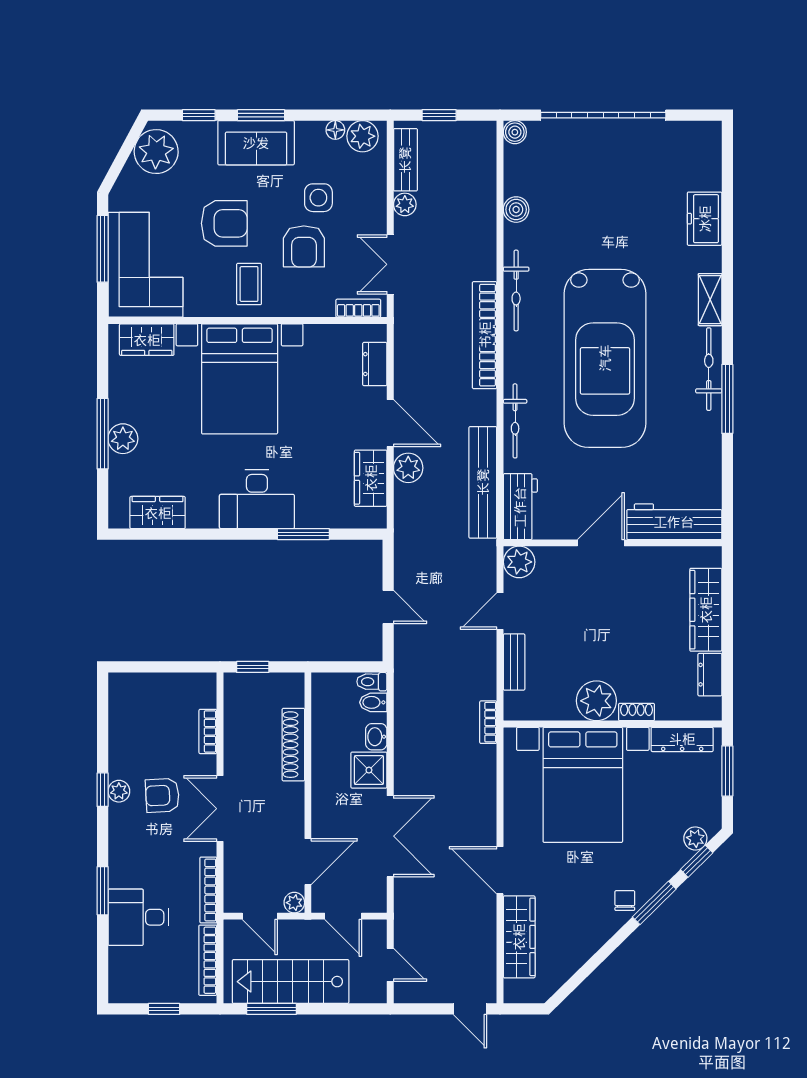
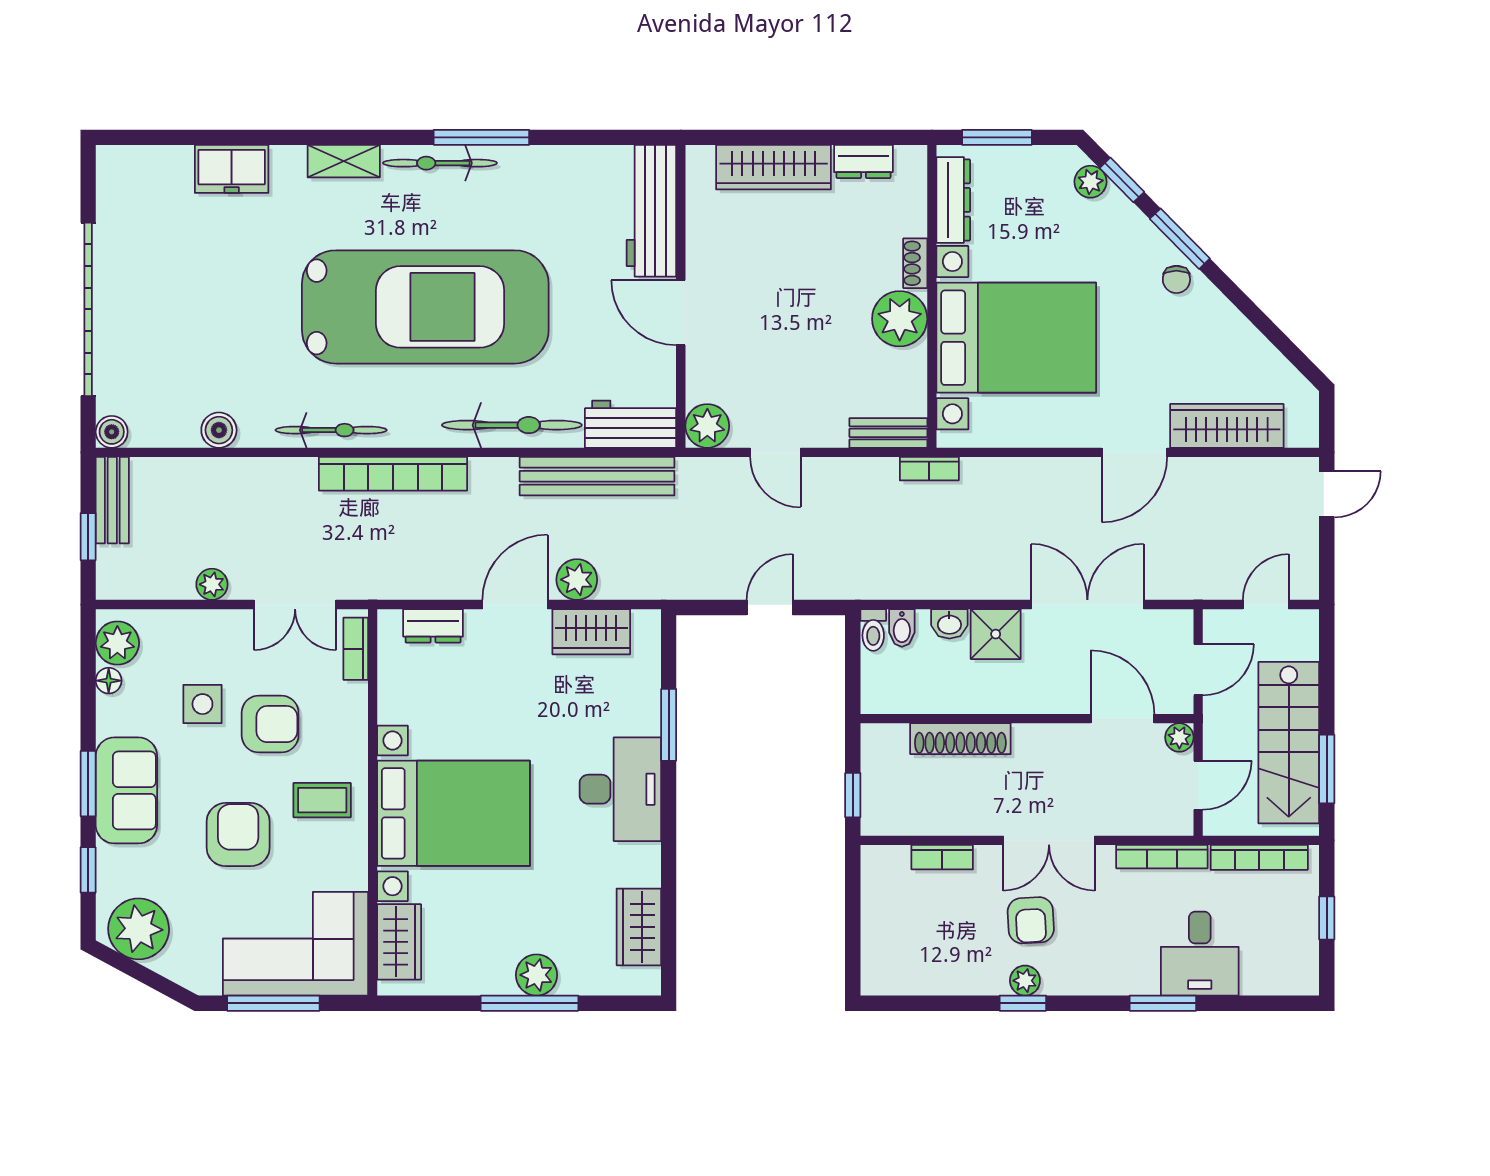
bench: (405, 160) -> (112, 500), moved, turned 90
bicycle: (515, 421) -> (512, 425), width x1.37, depth x1.40
bench: (514, 662) -> (888, 433), moved
chair: (625, 901) -> (1176, 279), turned -90

